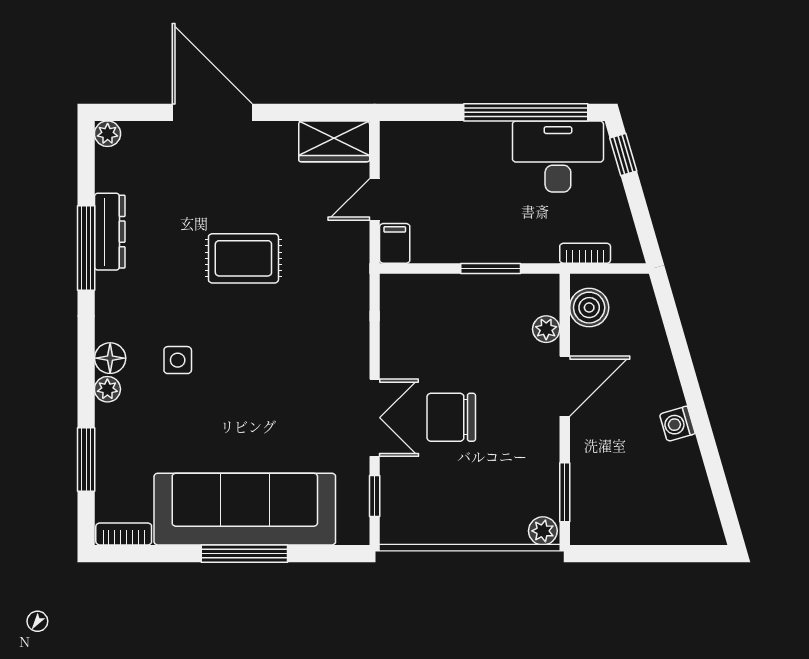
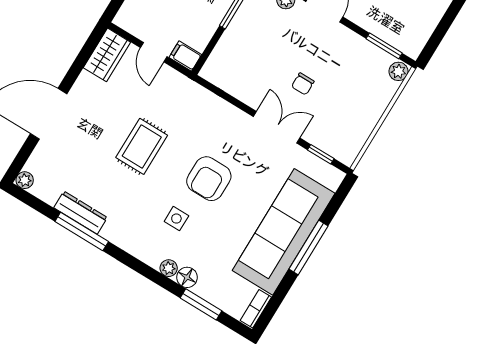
floor lamp: (110, 358) -> (187, 277), moved
armchair: (255, 371) -> (209, 179), added
chair: (451, 417) -> (303, 84), width x0.54, depth x0.54

